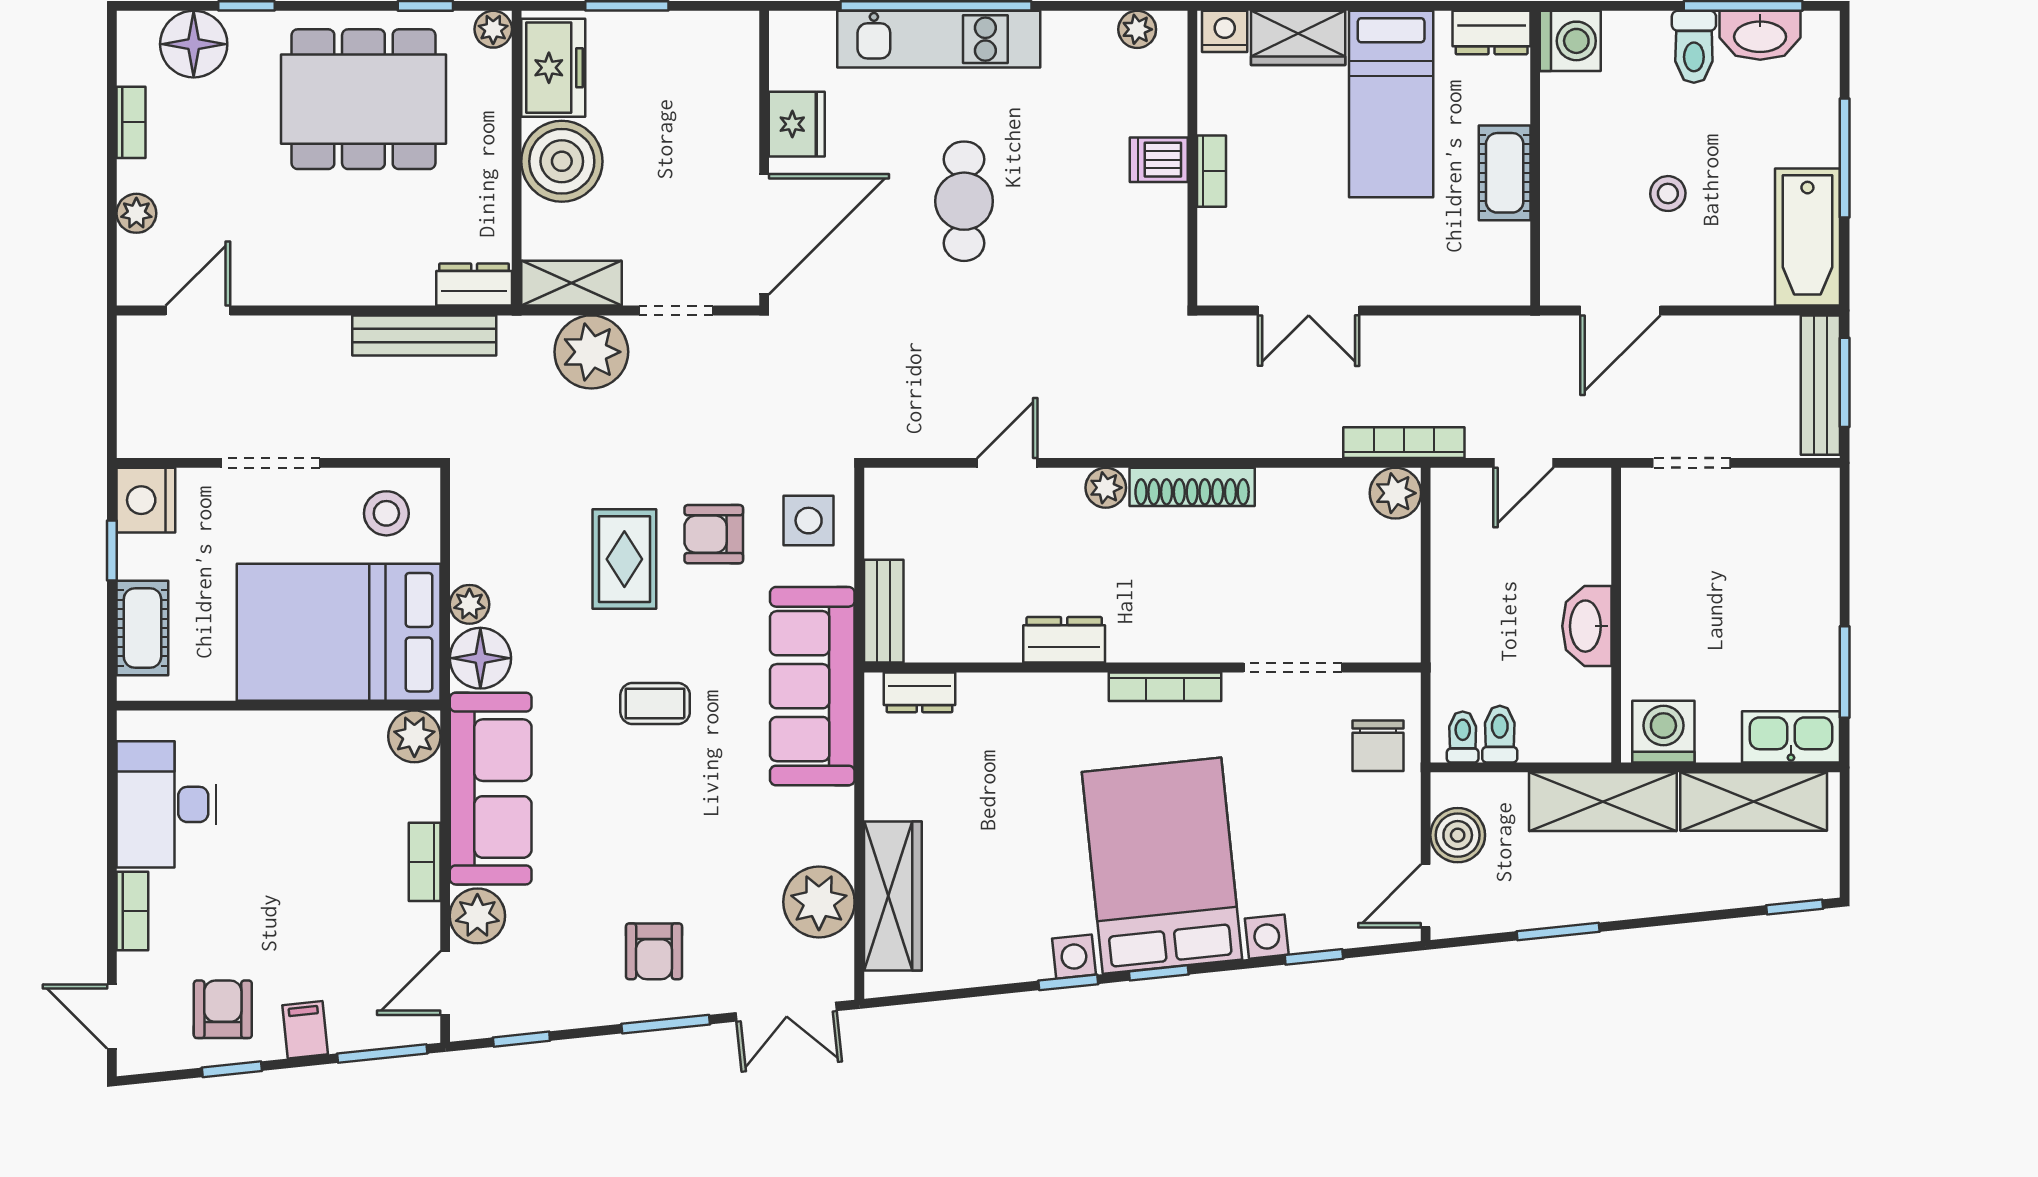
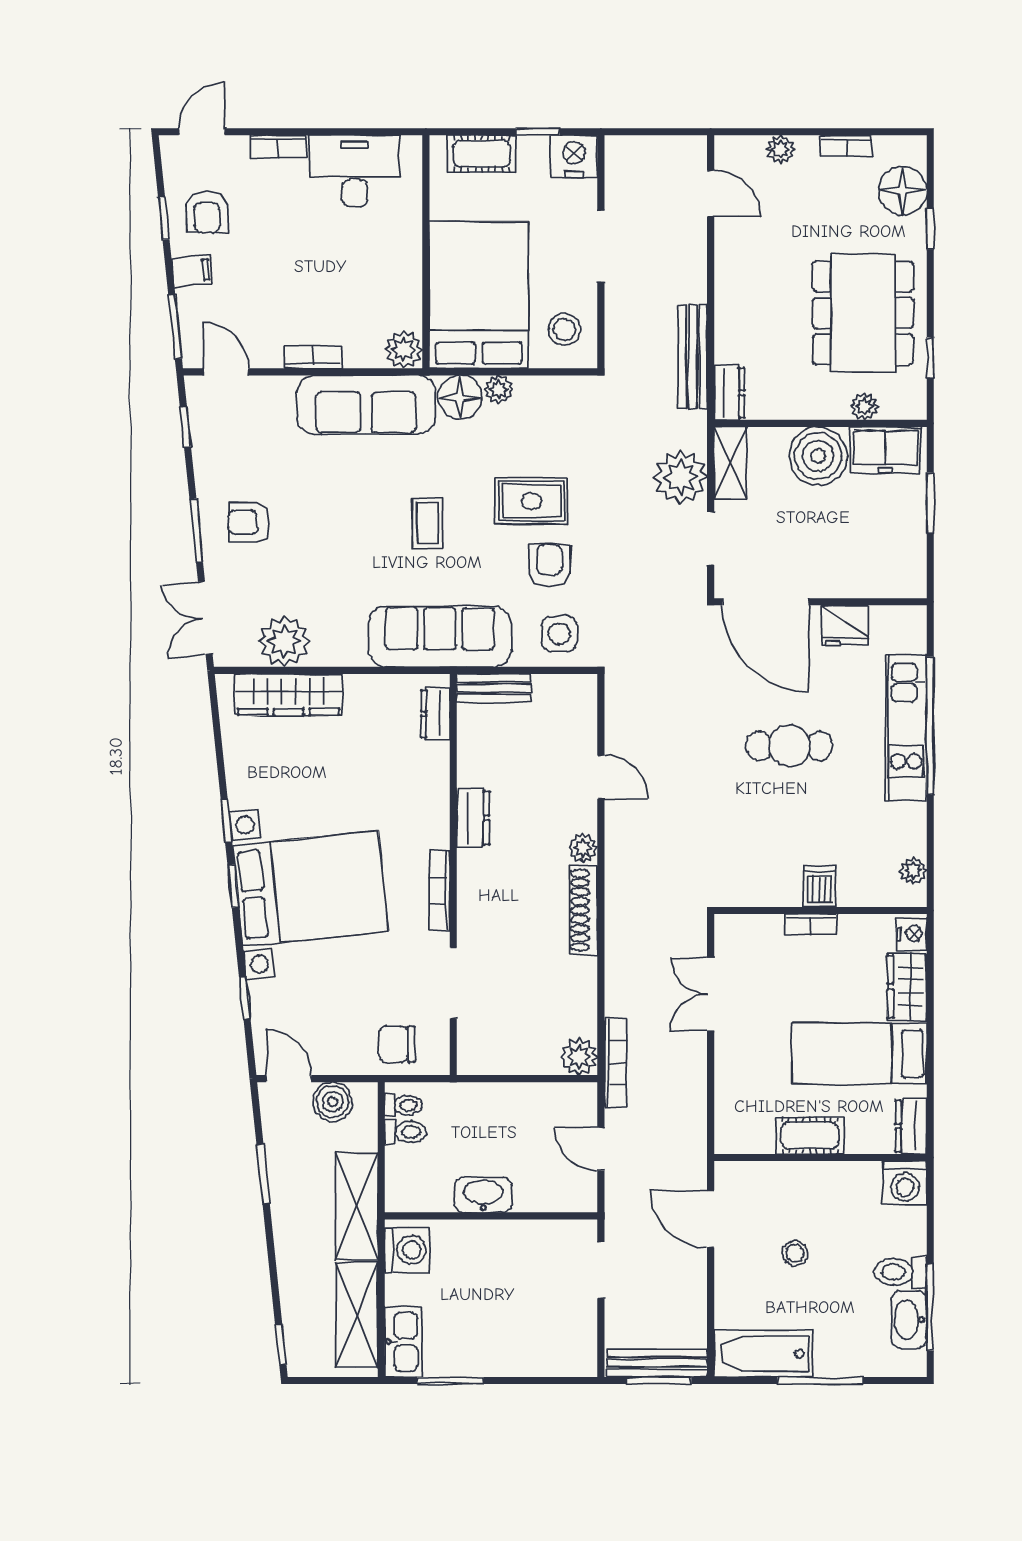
plant: (493, 29) -> (864, 407), moved
plant: (477, 916) -> (274, 395), removed
armchair: (223, 1009) -> (207, 212), turned 90

